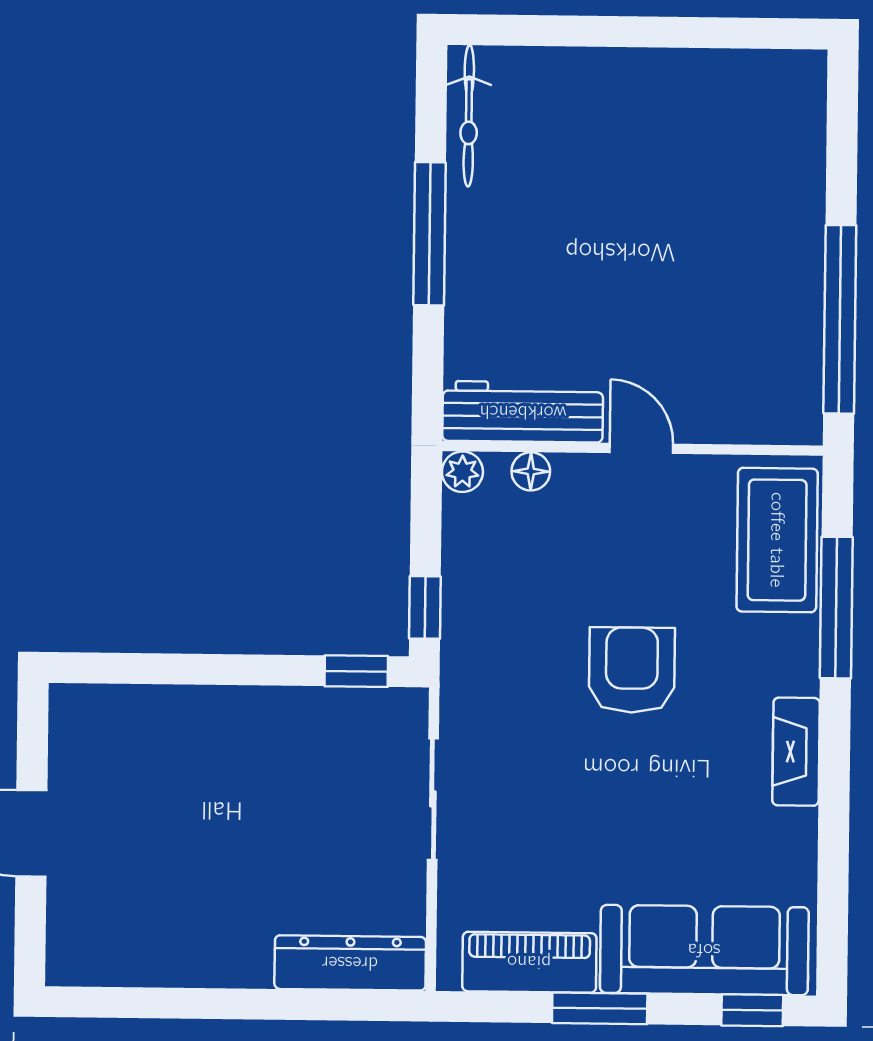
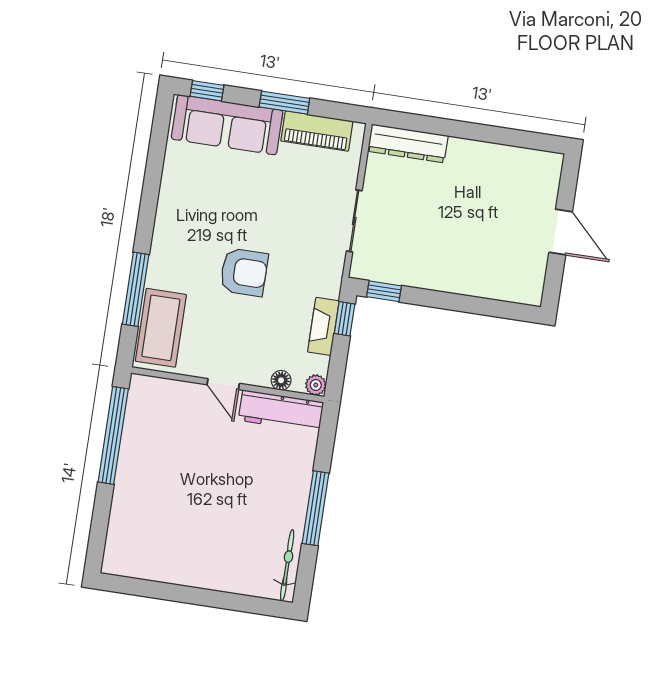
armchair: (632, 670) -> (244, 272), turned -90
fireplace: (796, 752) -> (323, 326), moved, turned 180

